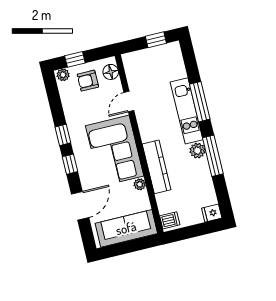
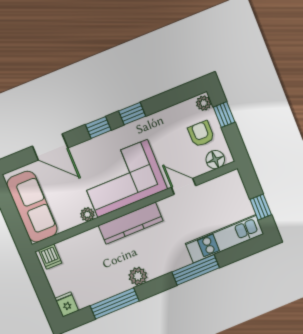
kitchen unit: (187, 111) -> (225, 239), moved
window: (213, 156) -> (115, 303), moved
kitchen counter: (157, 167) -> (131, 223), moved

